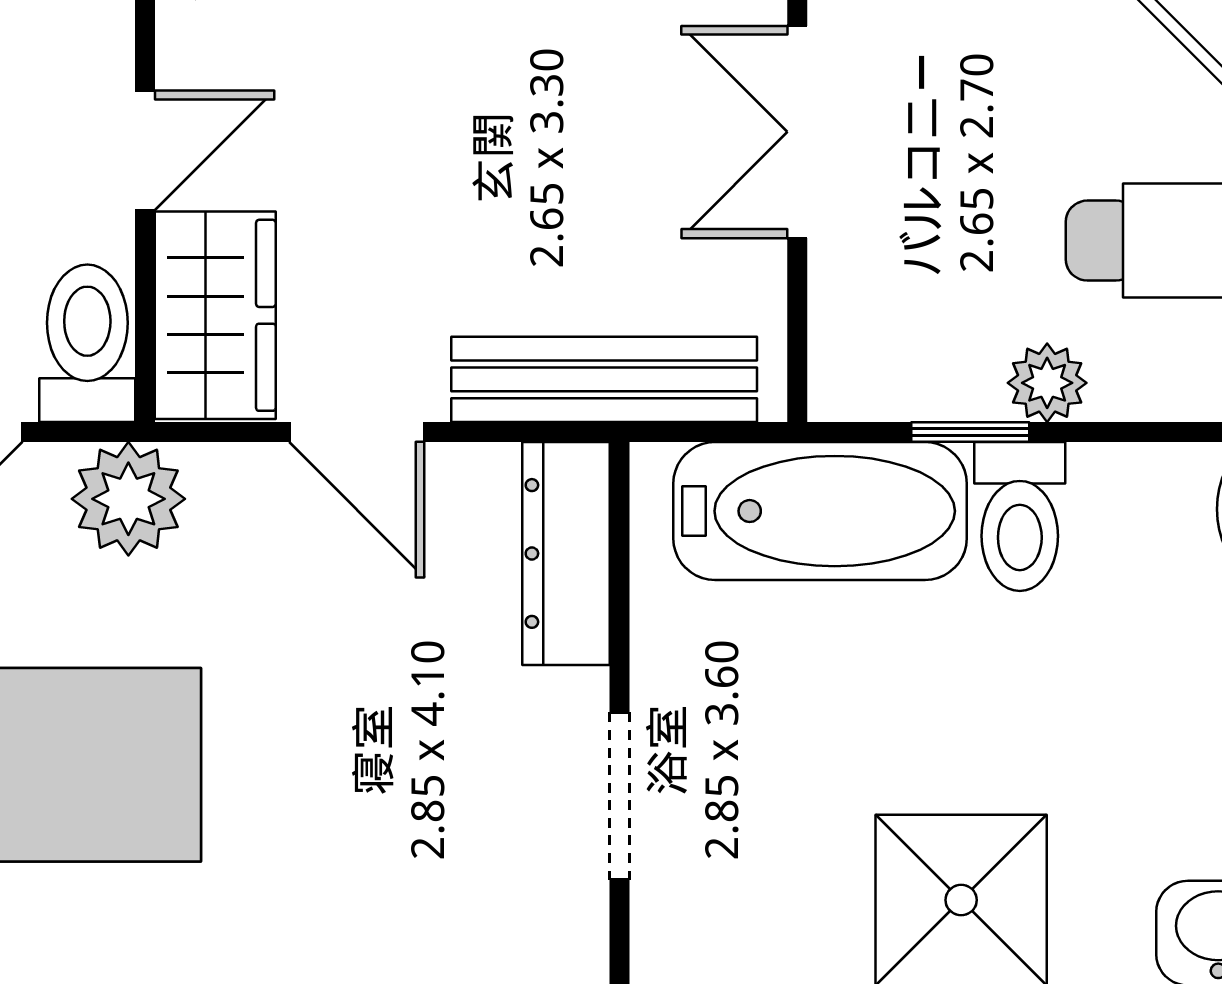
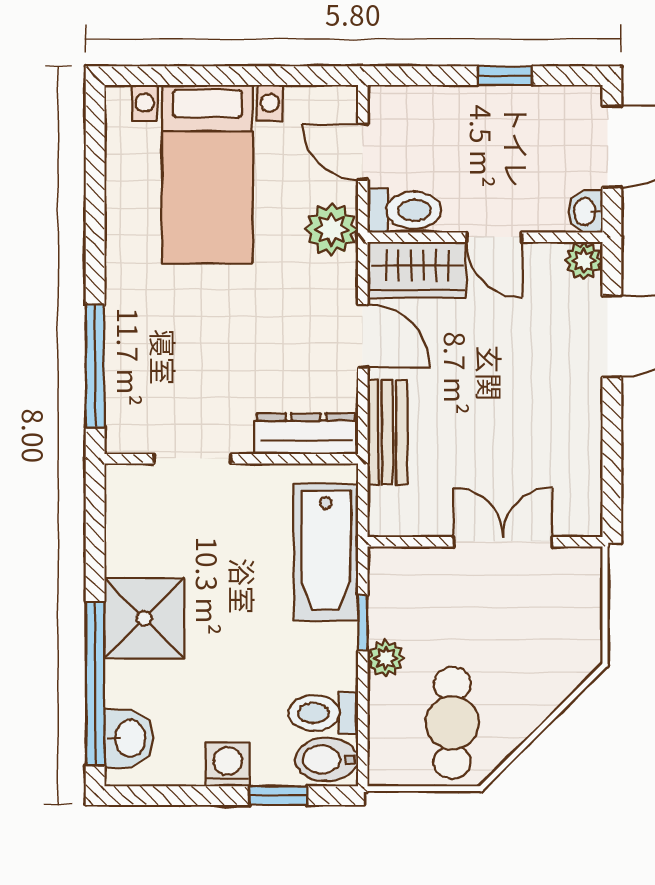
bench: (604, 379) -> (387, 432), width x0.73
door: (357, 432) -> (363, 336), swing flipped
toilet: (1020, 517) -> (323, 713), moved

